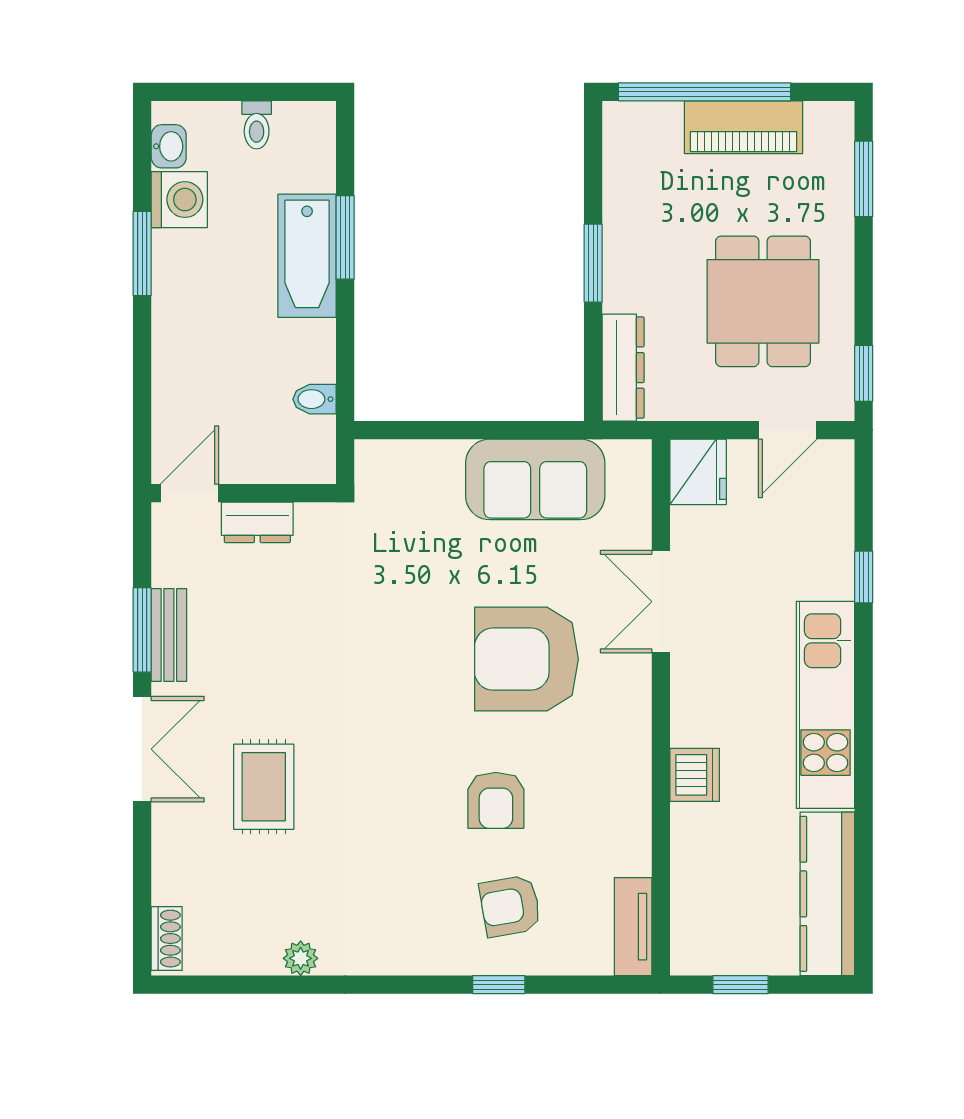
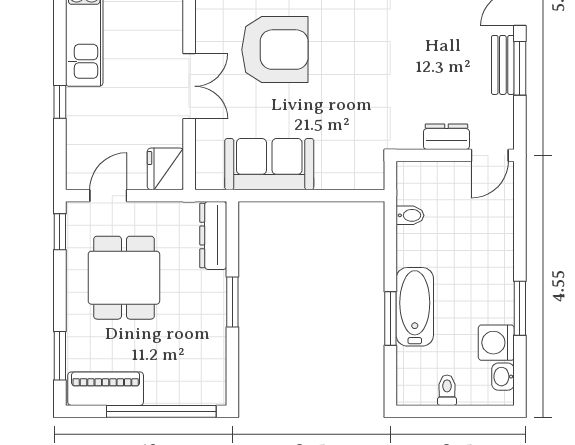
piano: (744, 127) -> (106, 389), moved

